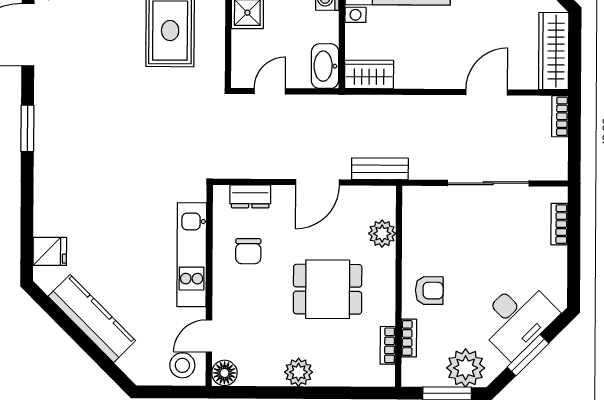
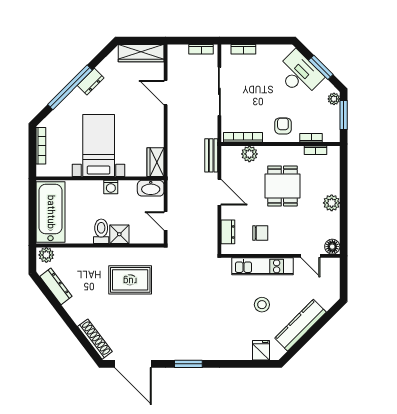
bookcase: (560, 116) -> (201, 49), moved
bookcase: (410, 223) -> (243, 137), added
stool: (182, 365) -> (262, 305), moved
plant: (466, 368) -> (334, 99), width x0.53, depth x0.53

